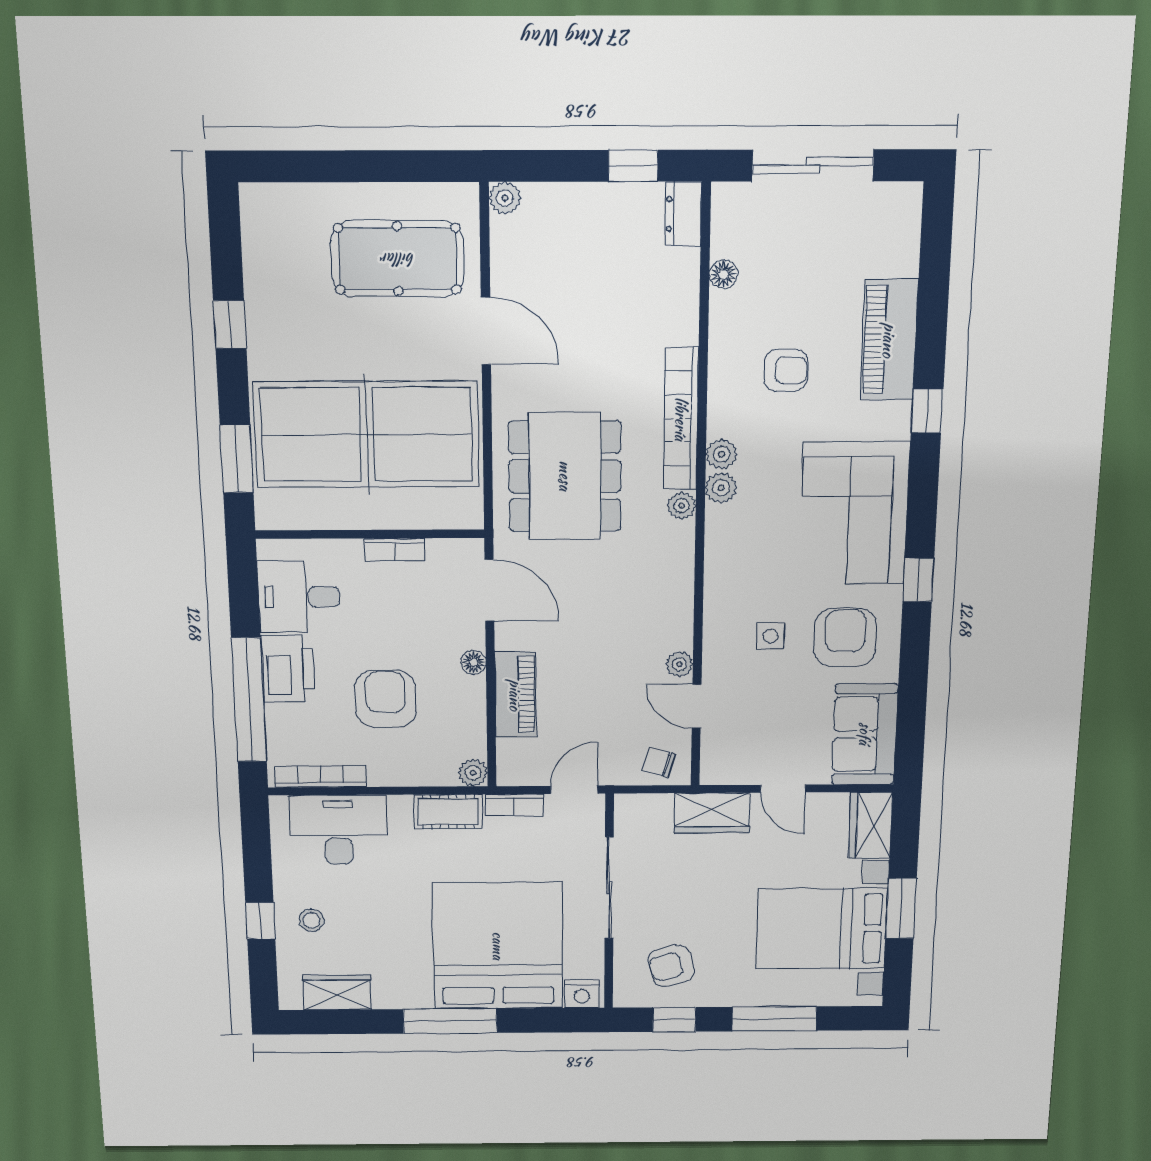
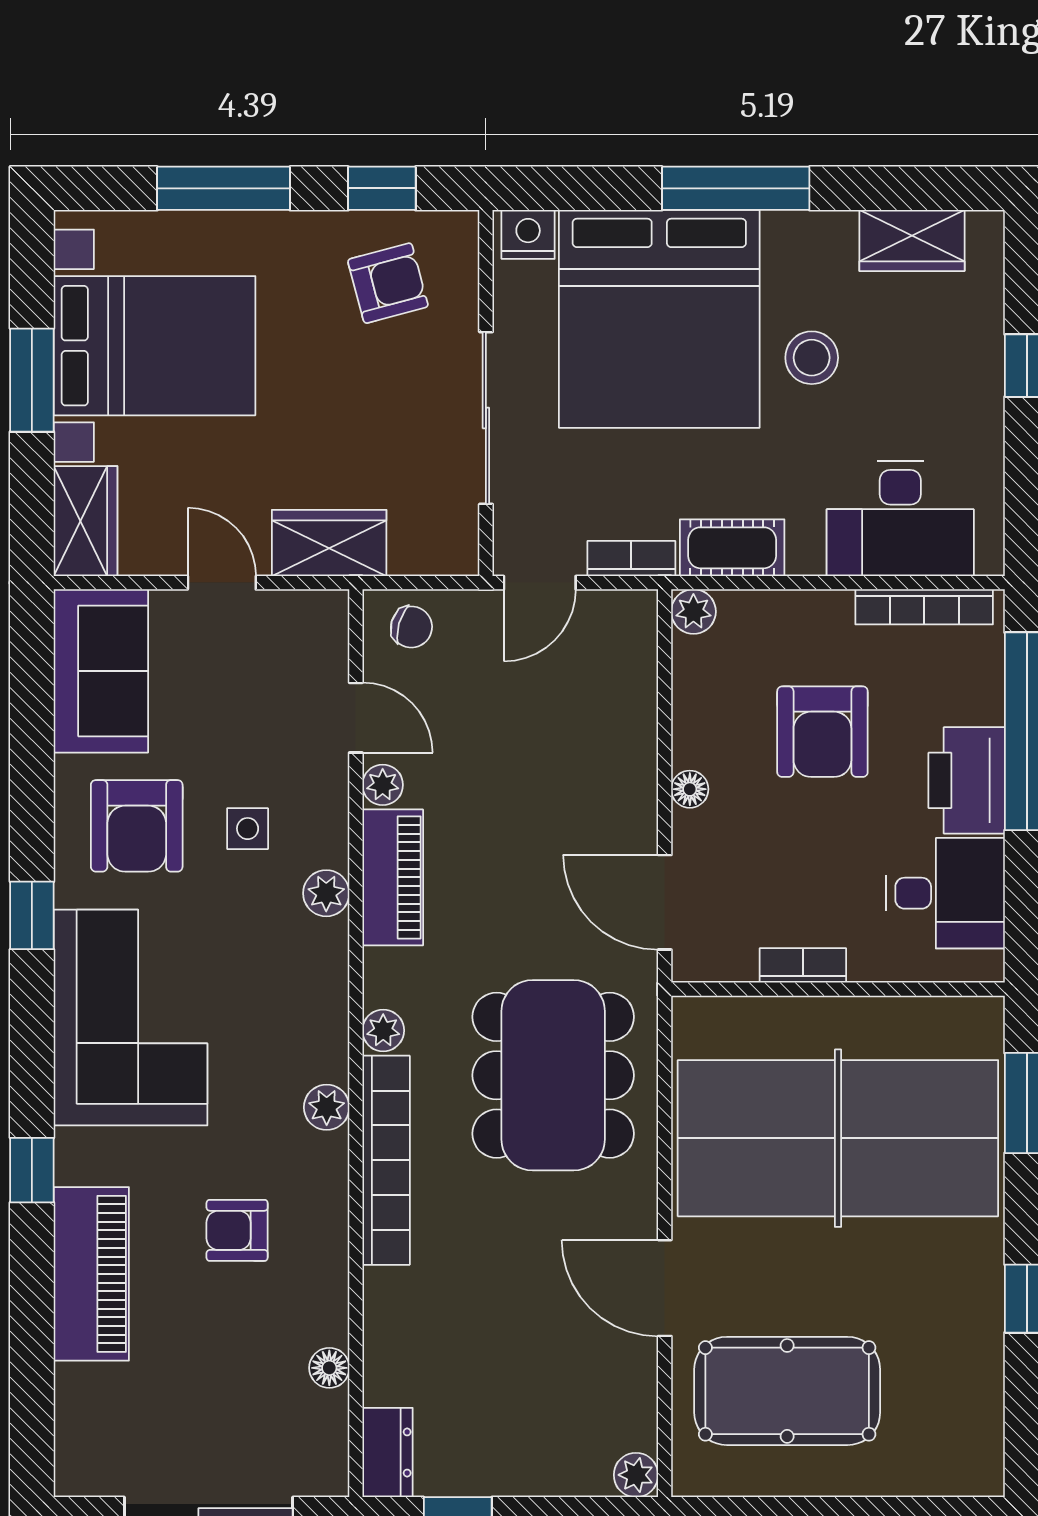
plant: (721, 488) -> (326, 893), moved
piano: (515, 695) -> (393, 877), moved, turned 180
stool: (311, 920) -> (812, 358), moved, width x1.37, depth x1.37

